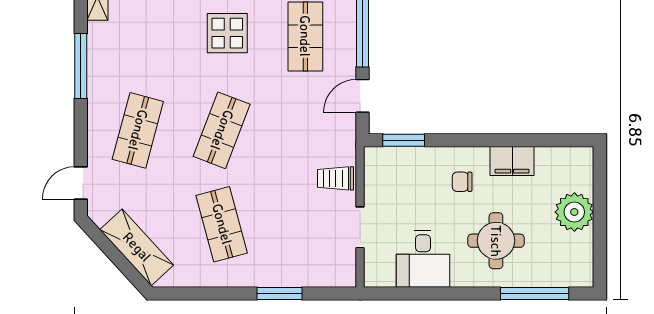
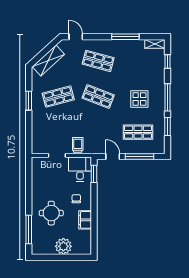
desk: (423, 259) -> (80, 169), moved, turned 90
window: (280, 294) -> (29, 101), moved

